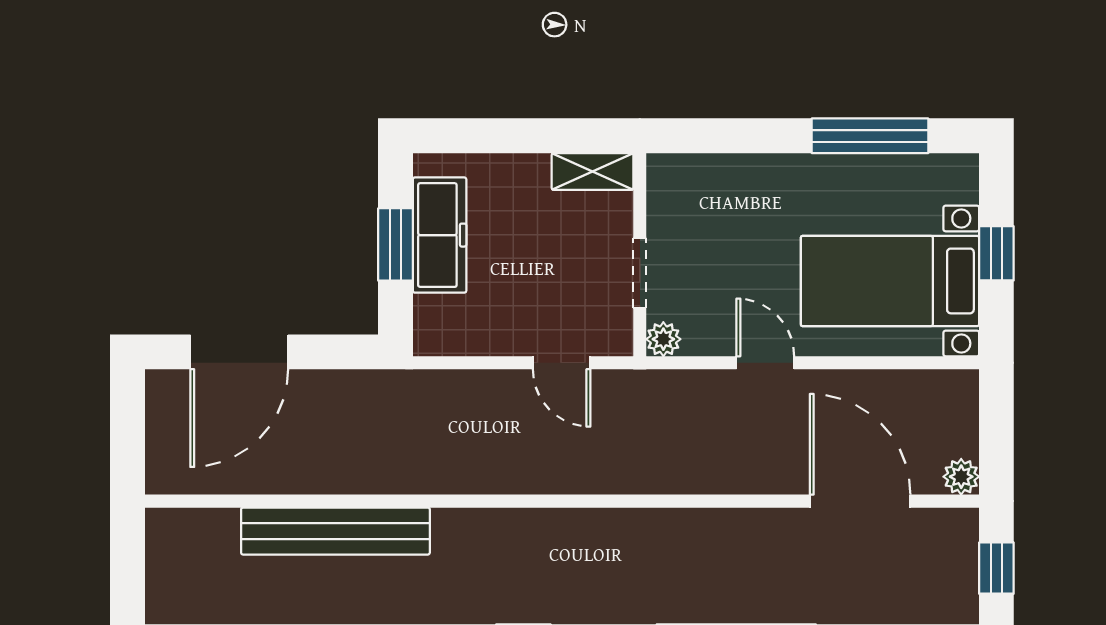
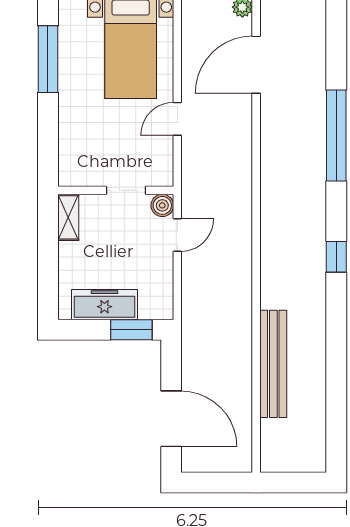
window: (395, 244) -> (131, 330), moved
boiler: (613, 336) -> (162, 205), added
plant: (663, 339) -> (164, 177), removed

